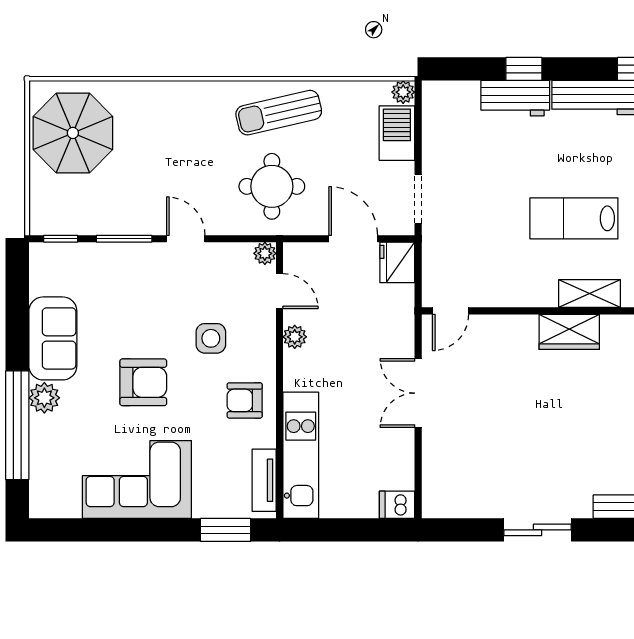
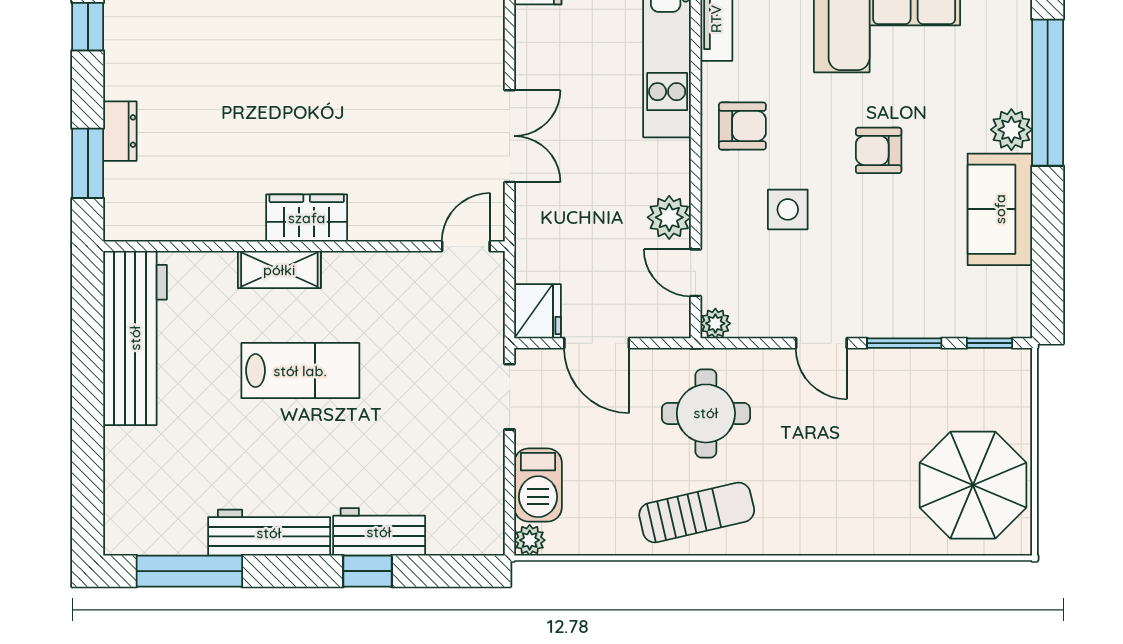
plant: (295, 337) -> (669, 217), width x1.38, depth x1.38
armchair: (143, 382) -> (879, 150), width x0.72, depth x0.72

